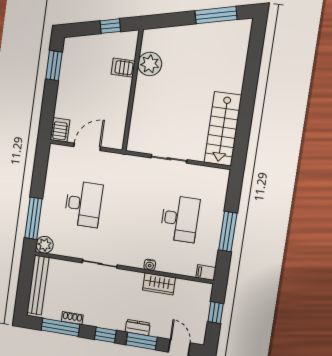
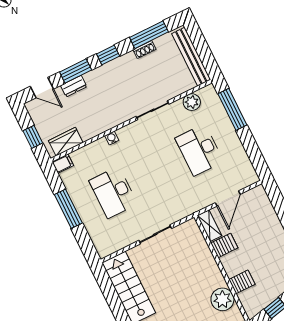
server rack: (60, 130) -> (224, 245), moved, turned -90
shelving: (118, 134) -> (210, 226), added
plant: (45, 245) -> (192, 102), moved
wardrobe: (159, 284) -> (66, 142), moved
dresser: (138, 328) -> (74, 86), moved

